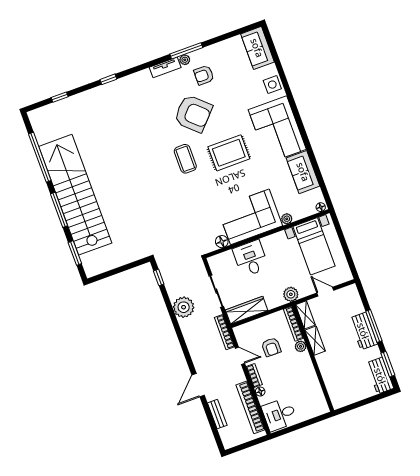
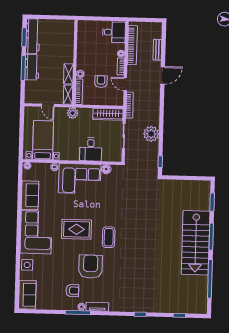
armchair: (193, 114) -> (91, 267), turned 47
stairs: (75, 195) -> (196, 243), width x0.73
workbench: (380, 376) -> (33, 36), width x1.38

